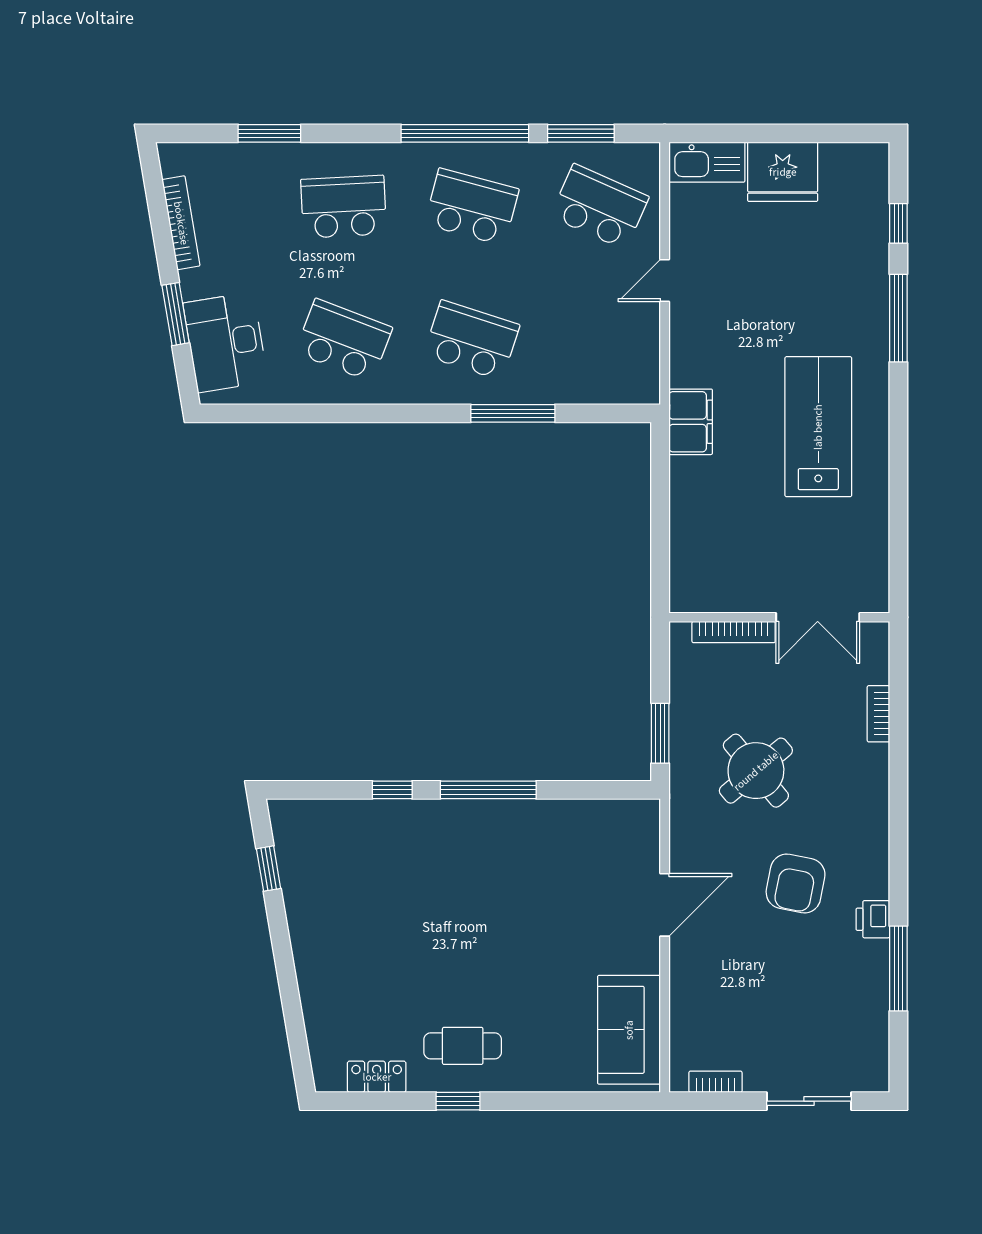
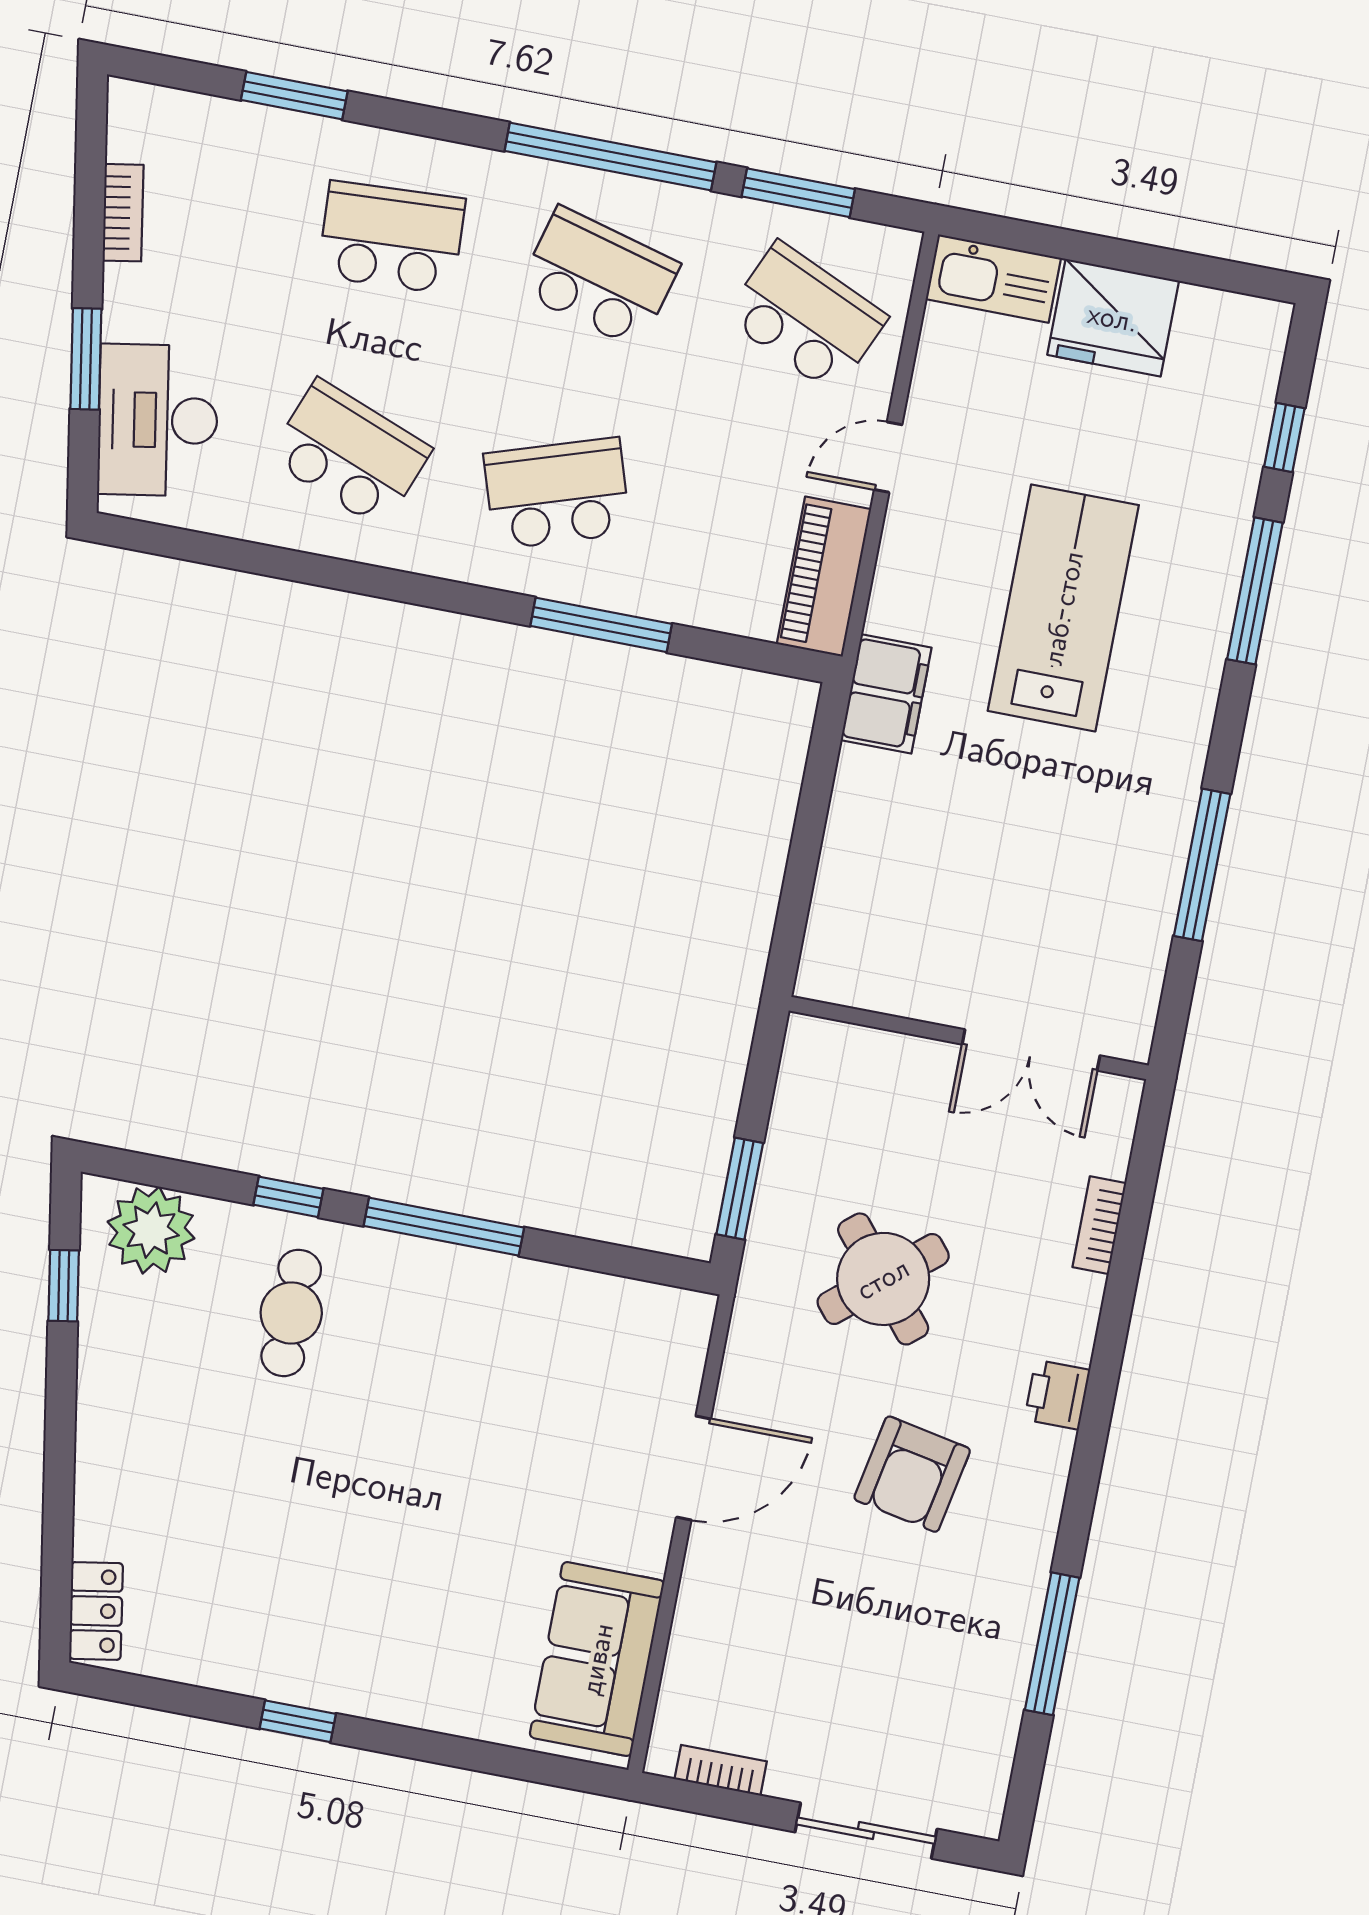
bookcase: (181, 223) -> (123, 213), width x0.64
school desk: (472, 340) -> (557, 493), turned -36
piano: (640, 359) -> (824, 577), added
lab bench: (818, 427) -> (1063, 608), moved
window: (898, 487) -> (1202, 865), added
bookcase: (734, 632) -> (890, 1048), removed
plant: (314, 825) -> (151, 1230), added
printer: (873, 919) -> (1057, 1395), moved
cafe table: (463, 1046) -> (291, 1313), moved, turned 90
locker: (377, 1077) -> (96, 1611), moved, turned 80

